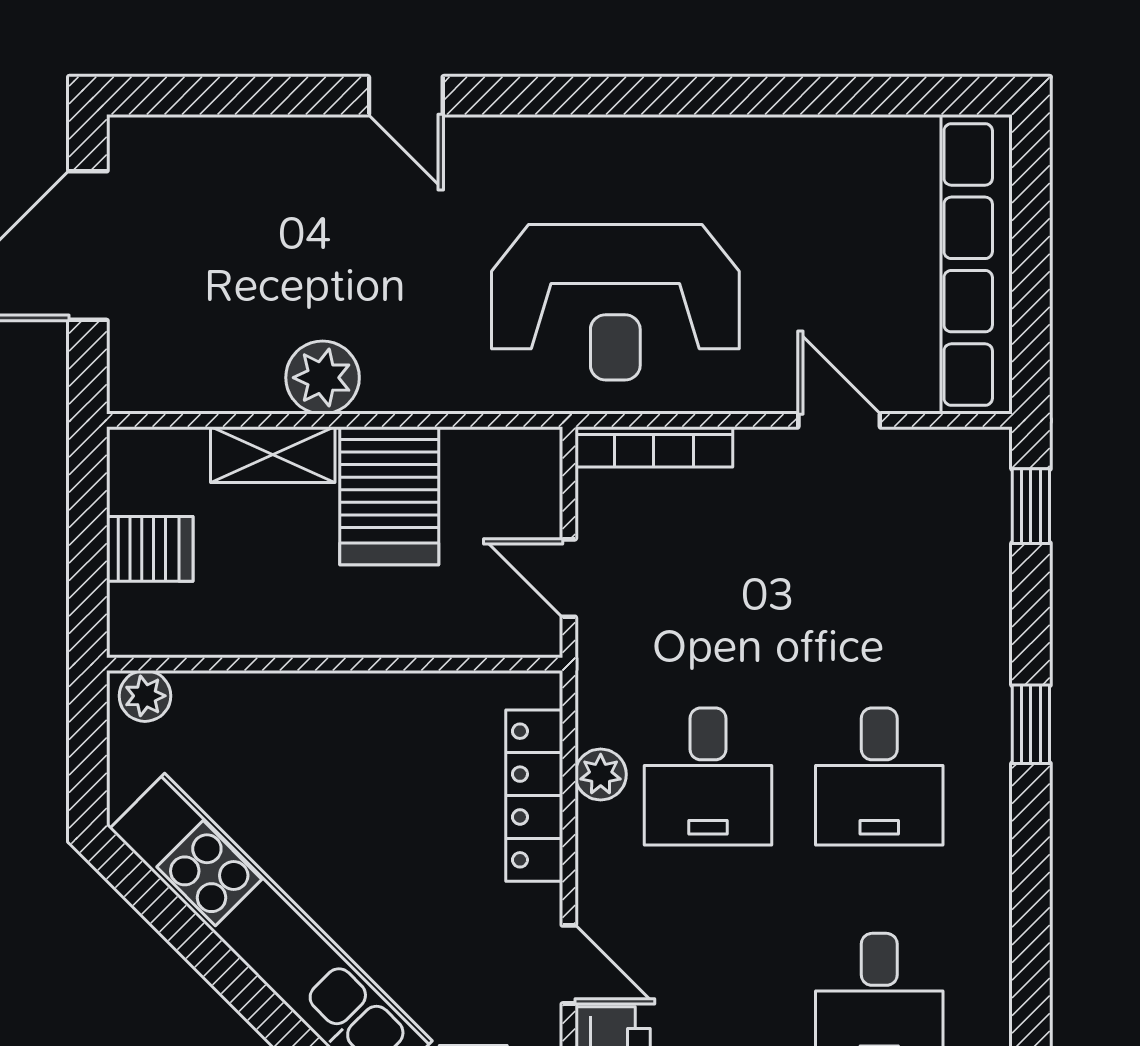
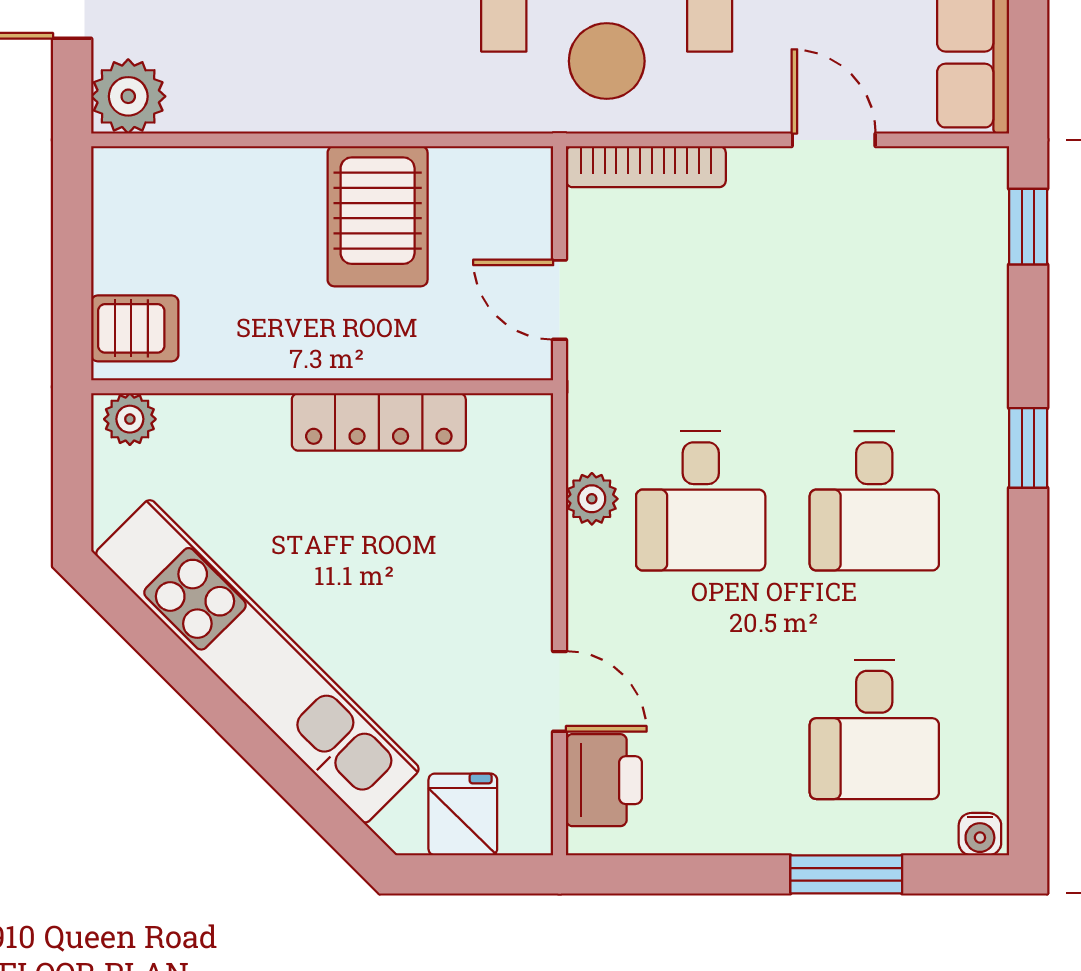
plant: (323, 378) -> (128, 96), moved
shelving: (273, 455) -> (259, 175), removed
server rack: (150, 549) -> (135, 328), moved
locker: (534, 796) -> (379, 422), moved, turned -90

